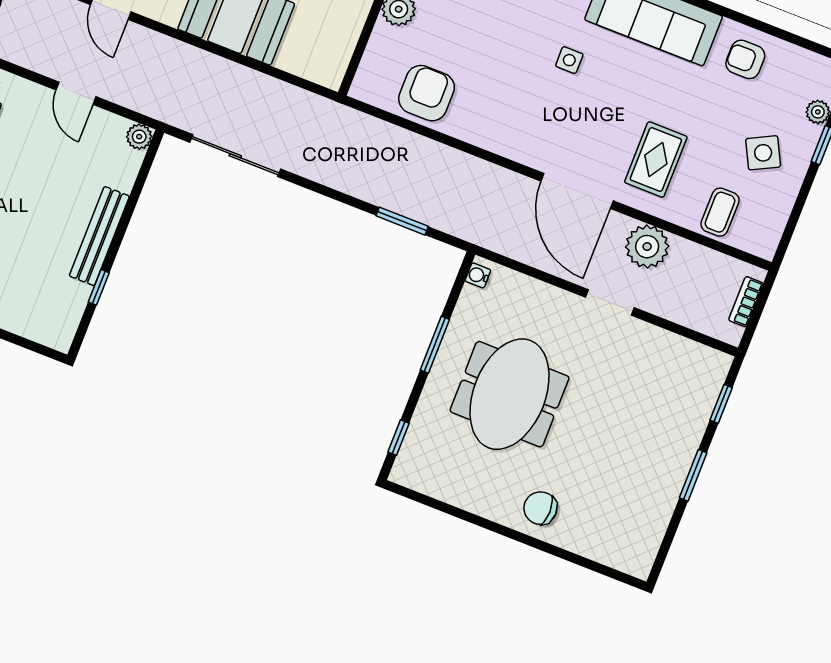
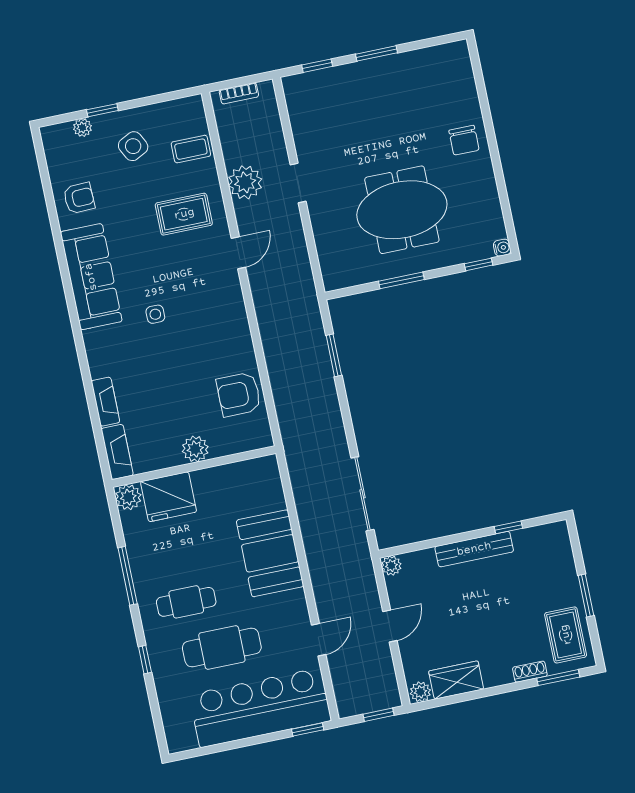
armchair: (745, 59) -> (79, 198), turned -92
door: (577, 191) -> (238, 253), width x0.53
water cooler: (478, 275) -> (502, 248), moved, turned -90

